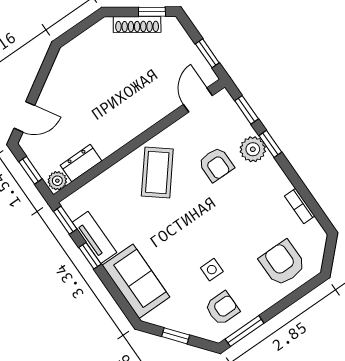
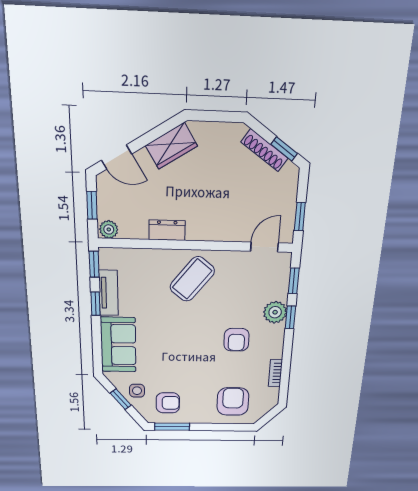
wardrobe: (61, 76) -> (171, 146), added
dresser: (81, 163) -> (167, 230), moved
armchair: (216, 164) -> (236, 340), moved
side table: (212, 270) -> (137, 391), moved

